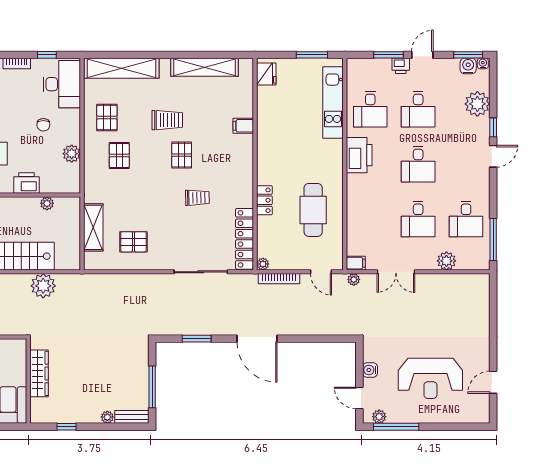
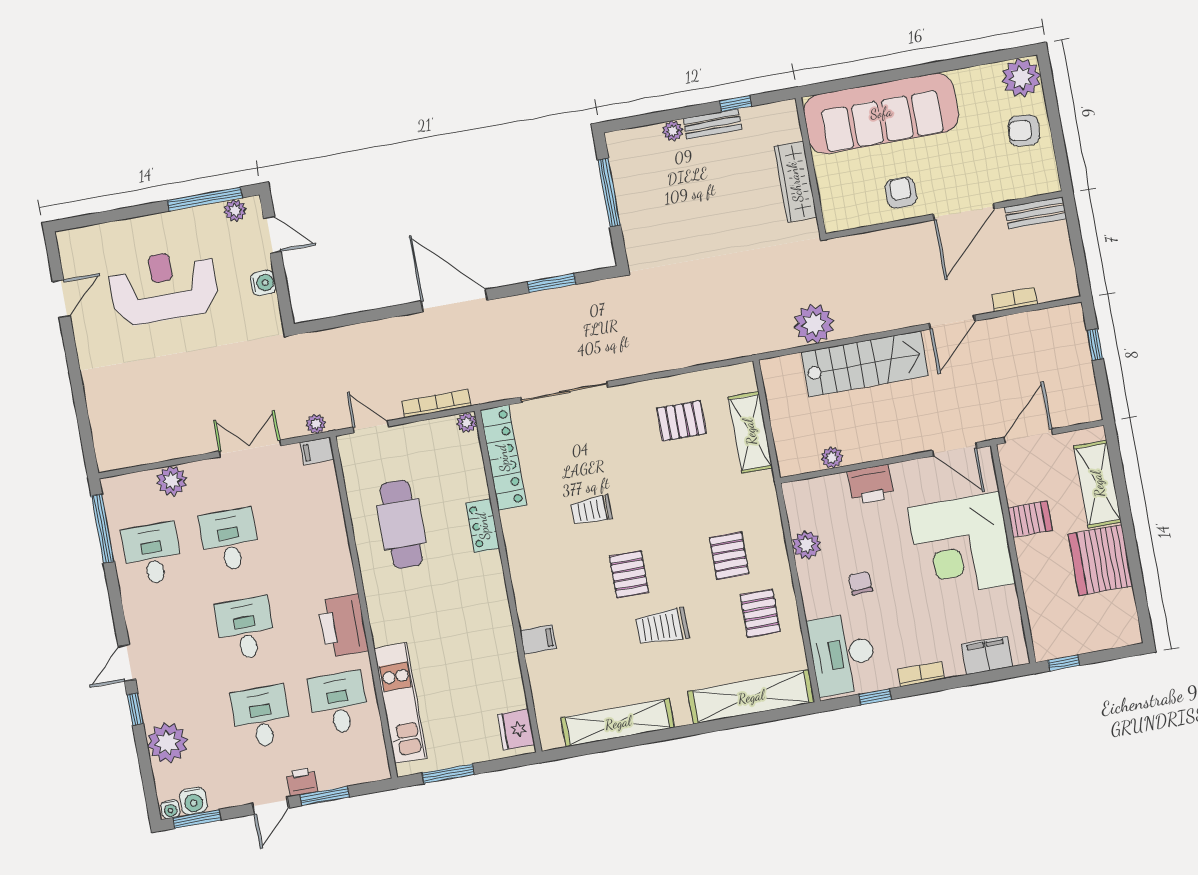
bench: (132, 417) -> (712, 124), moved

